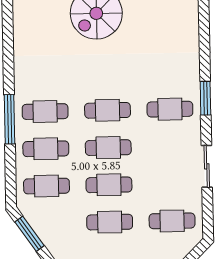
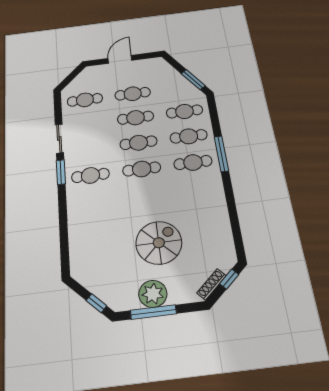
window: (205, 98) -> (61, 172), moved

